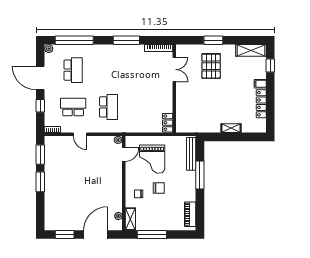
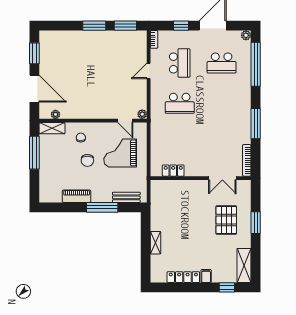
pallet: (211, 66) -> (226, 220), turned 90
locker: (168, 123) -> (173, 171), moved
bench: (191, 154) -> (126, 197), width x0.73
piano: (190, 214) -> (77, 196), moved

